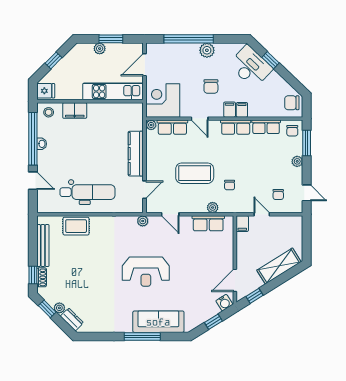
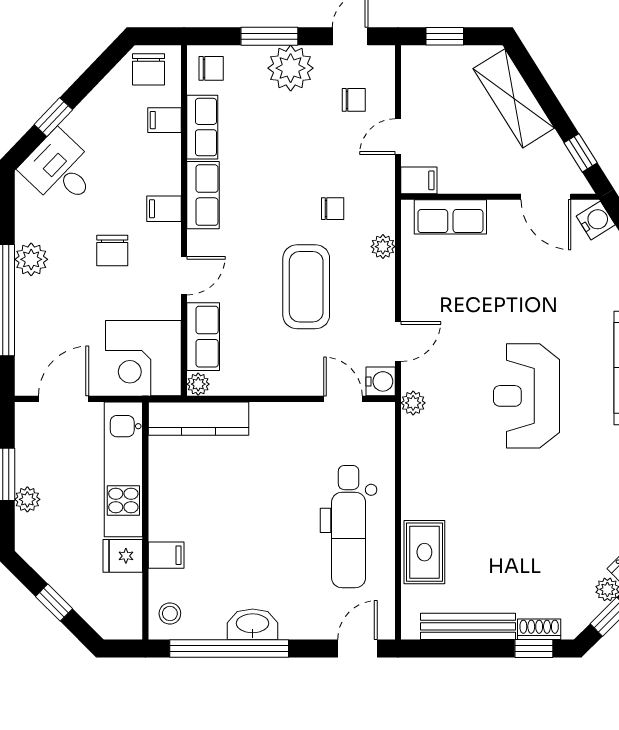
door: (145, 65) -> (64, 399), swing flipped
desk: (251, 67) -> (60, 170), width x0.73
chair: (211, 86) -> (112, 250), turned 90
fridge: (46, 91) -> (123, 556), moved, turned -90
filing cabinet: (242, 110) -> (164, 120), moved
filing cabinet: (75, 111) -> (166, 555), width x0.50
window: (307, 143) -> (269, 36), moved
washbasin: (42, 144) -> (253, 624), width x1.91, depth x1.45
kitchen counter: (136, 154) -> (199, 419), moved
plant: (297, 161) -> (291, 68), width x1.87, depth x1.87
door: (33, 181) -> (357, 649), moved
dental chair: (87, 192) -> (349, 527), turned 180
water cooler: (152, 206) -> (381, 381), added
row of seats: (208, 223) -> (450, 217), moved, turned 90
window: (307, 235) -> (445, 36), added
reception desk: (146, 272) -> (526, 396), turned 180

